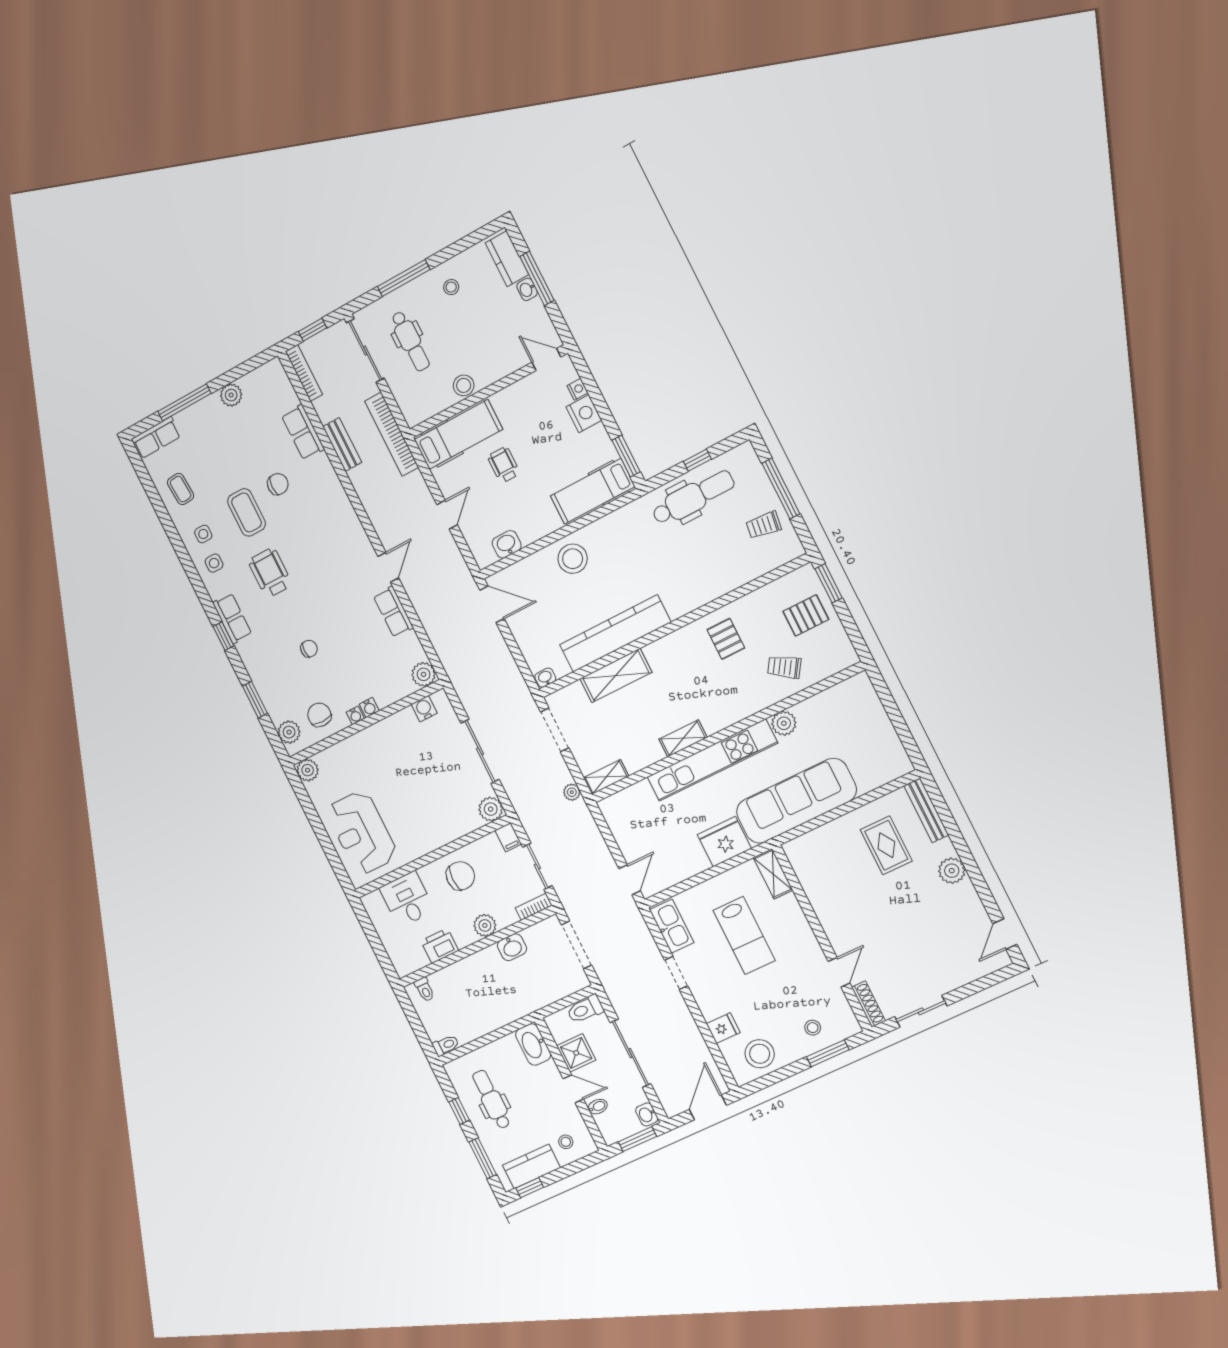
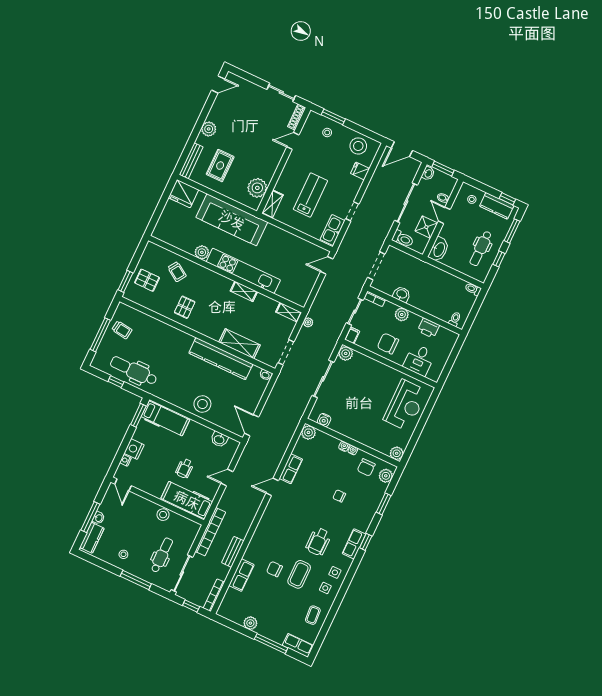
fridge: (724, 842) -> (184, 194), moved
plant: (813, 871) -> (257, 188), added

